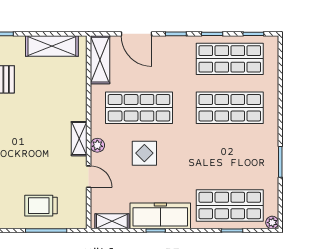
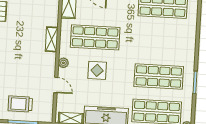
shop shelf: (230, 108) -> (159, 76), moved
shelving: (79, 139) -> (52, 39), moved

